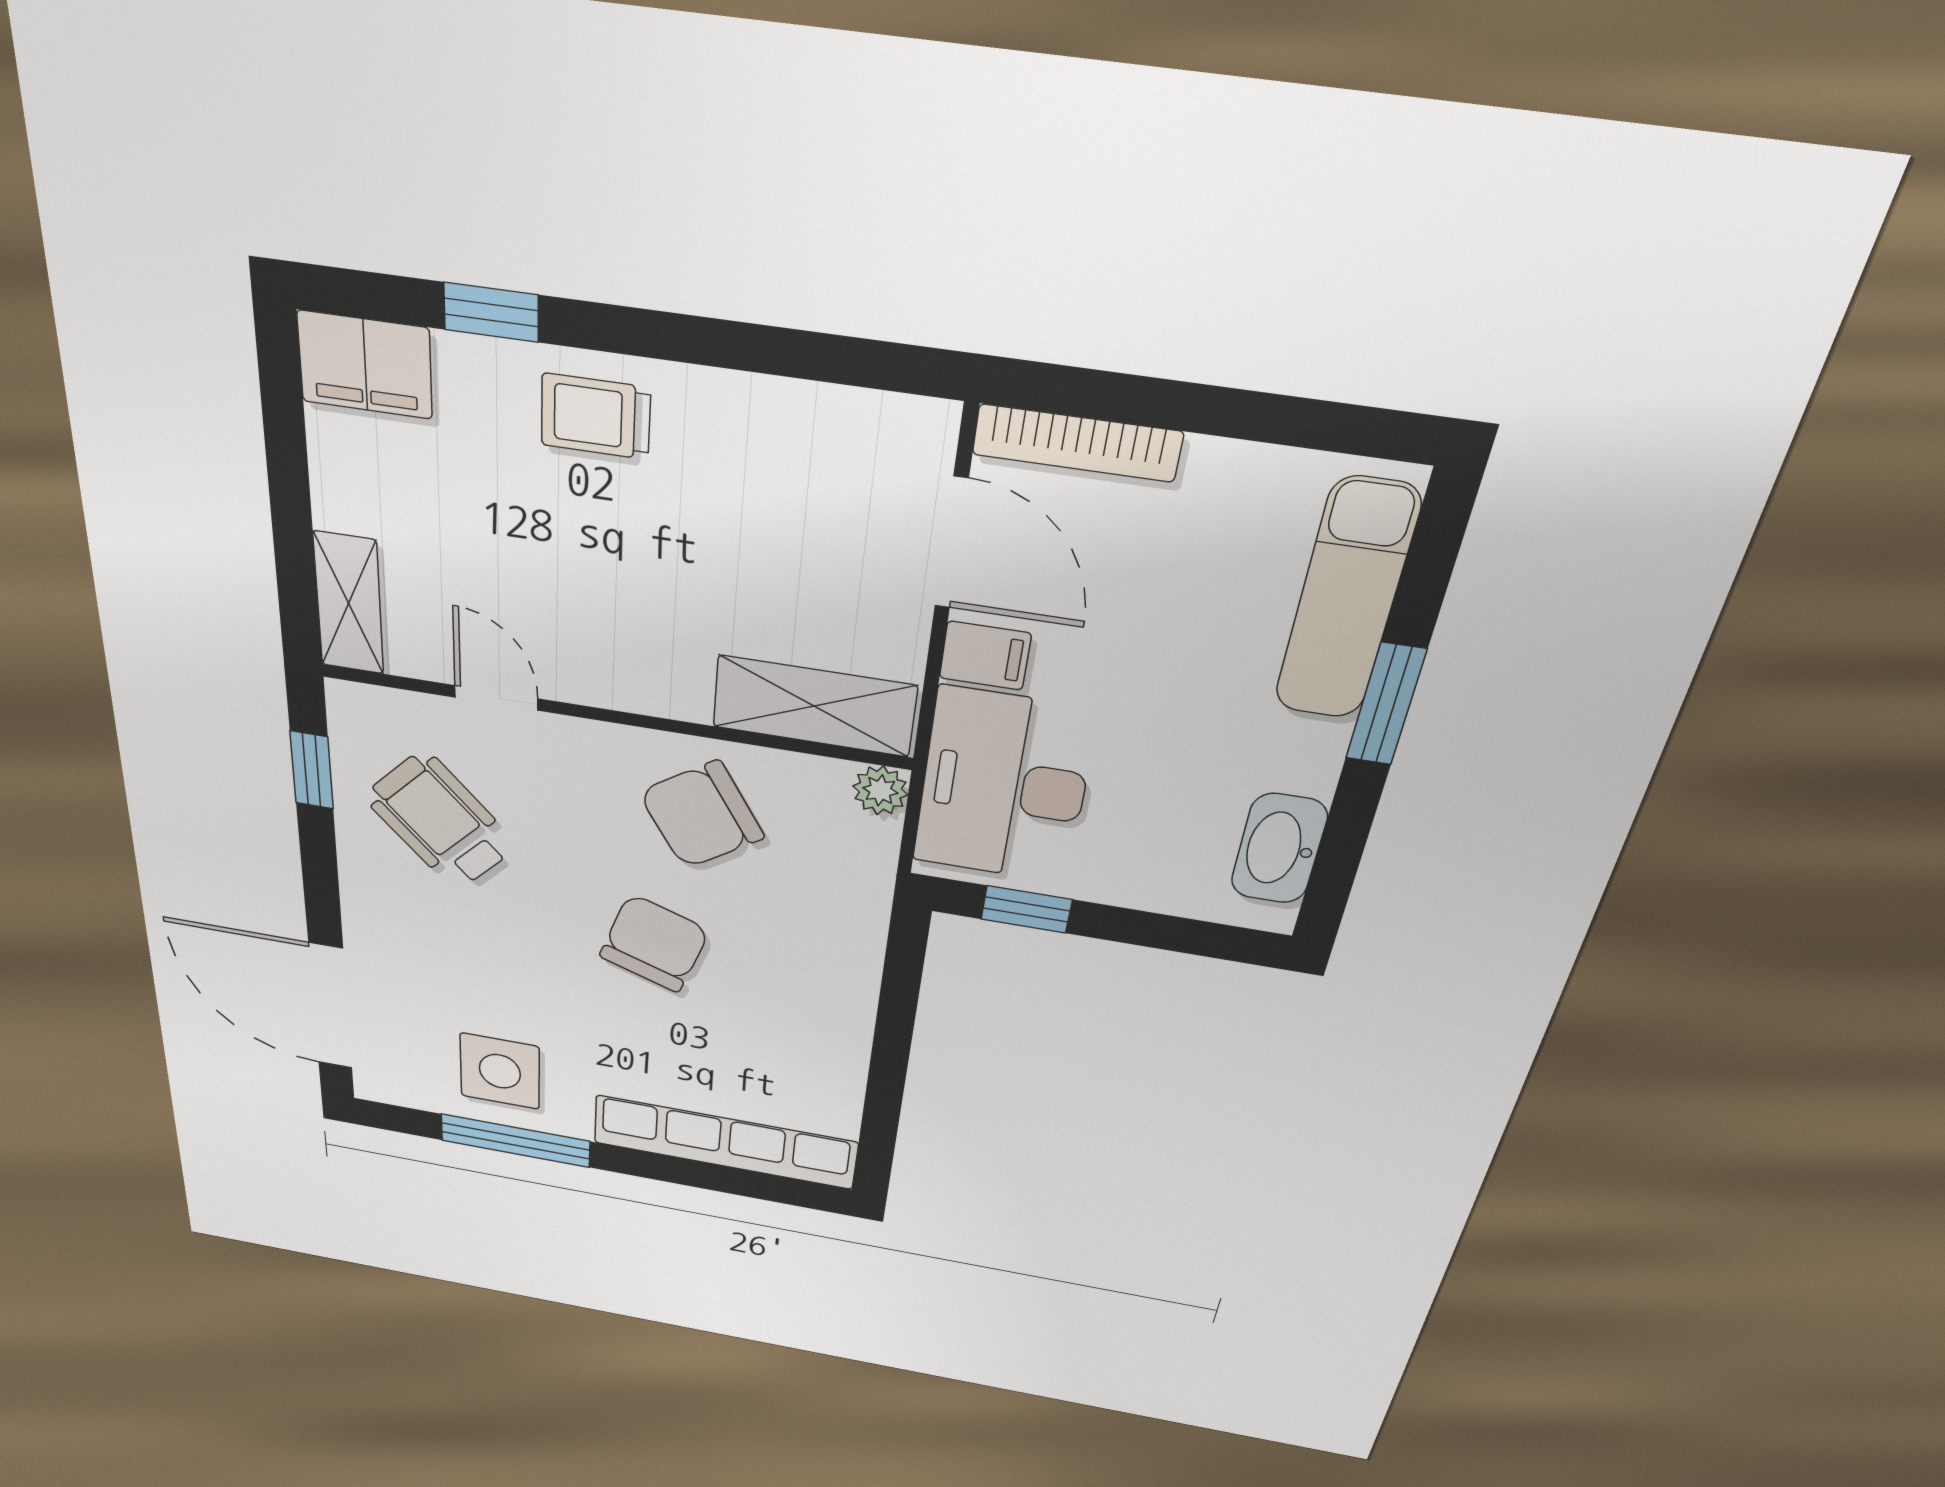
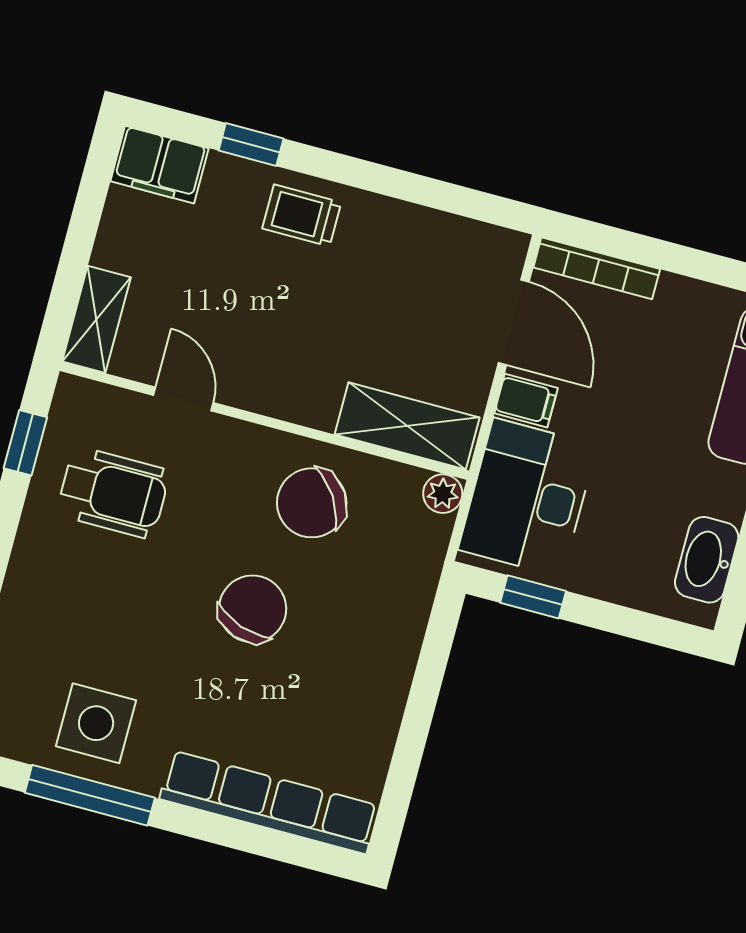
wheelchair: (441, 821) -> (113, 493), turned 135

